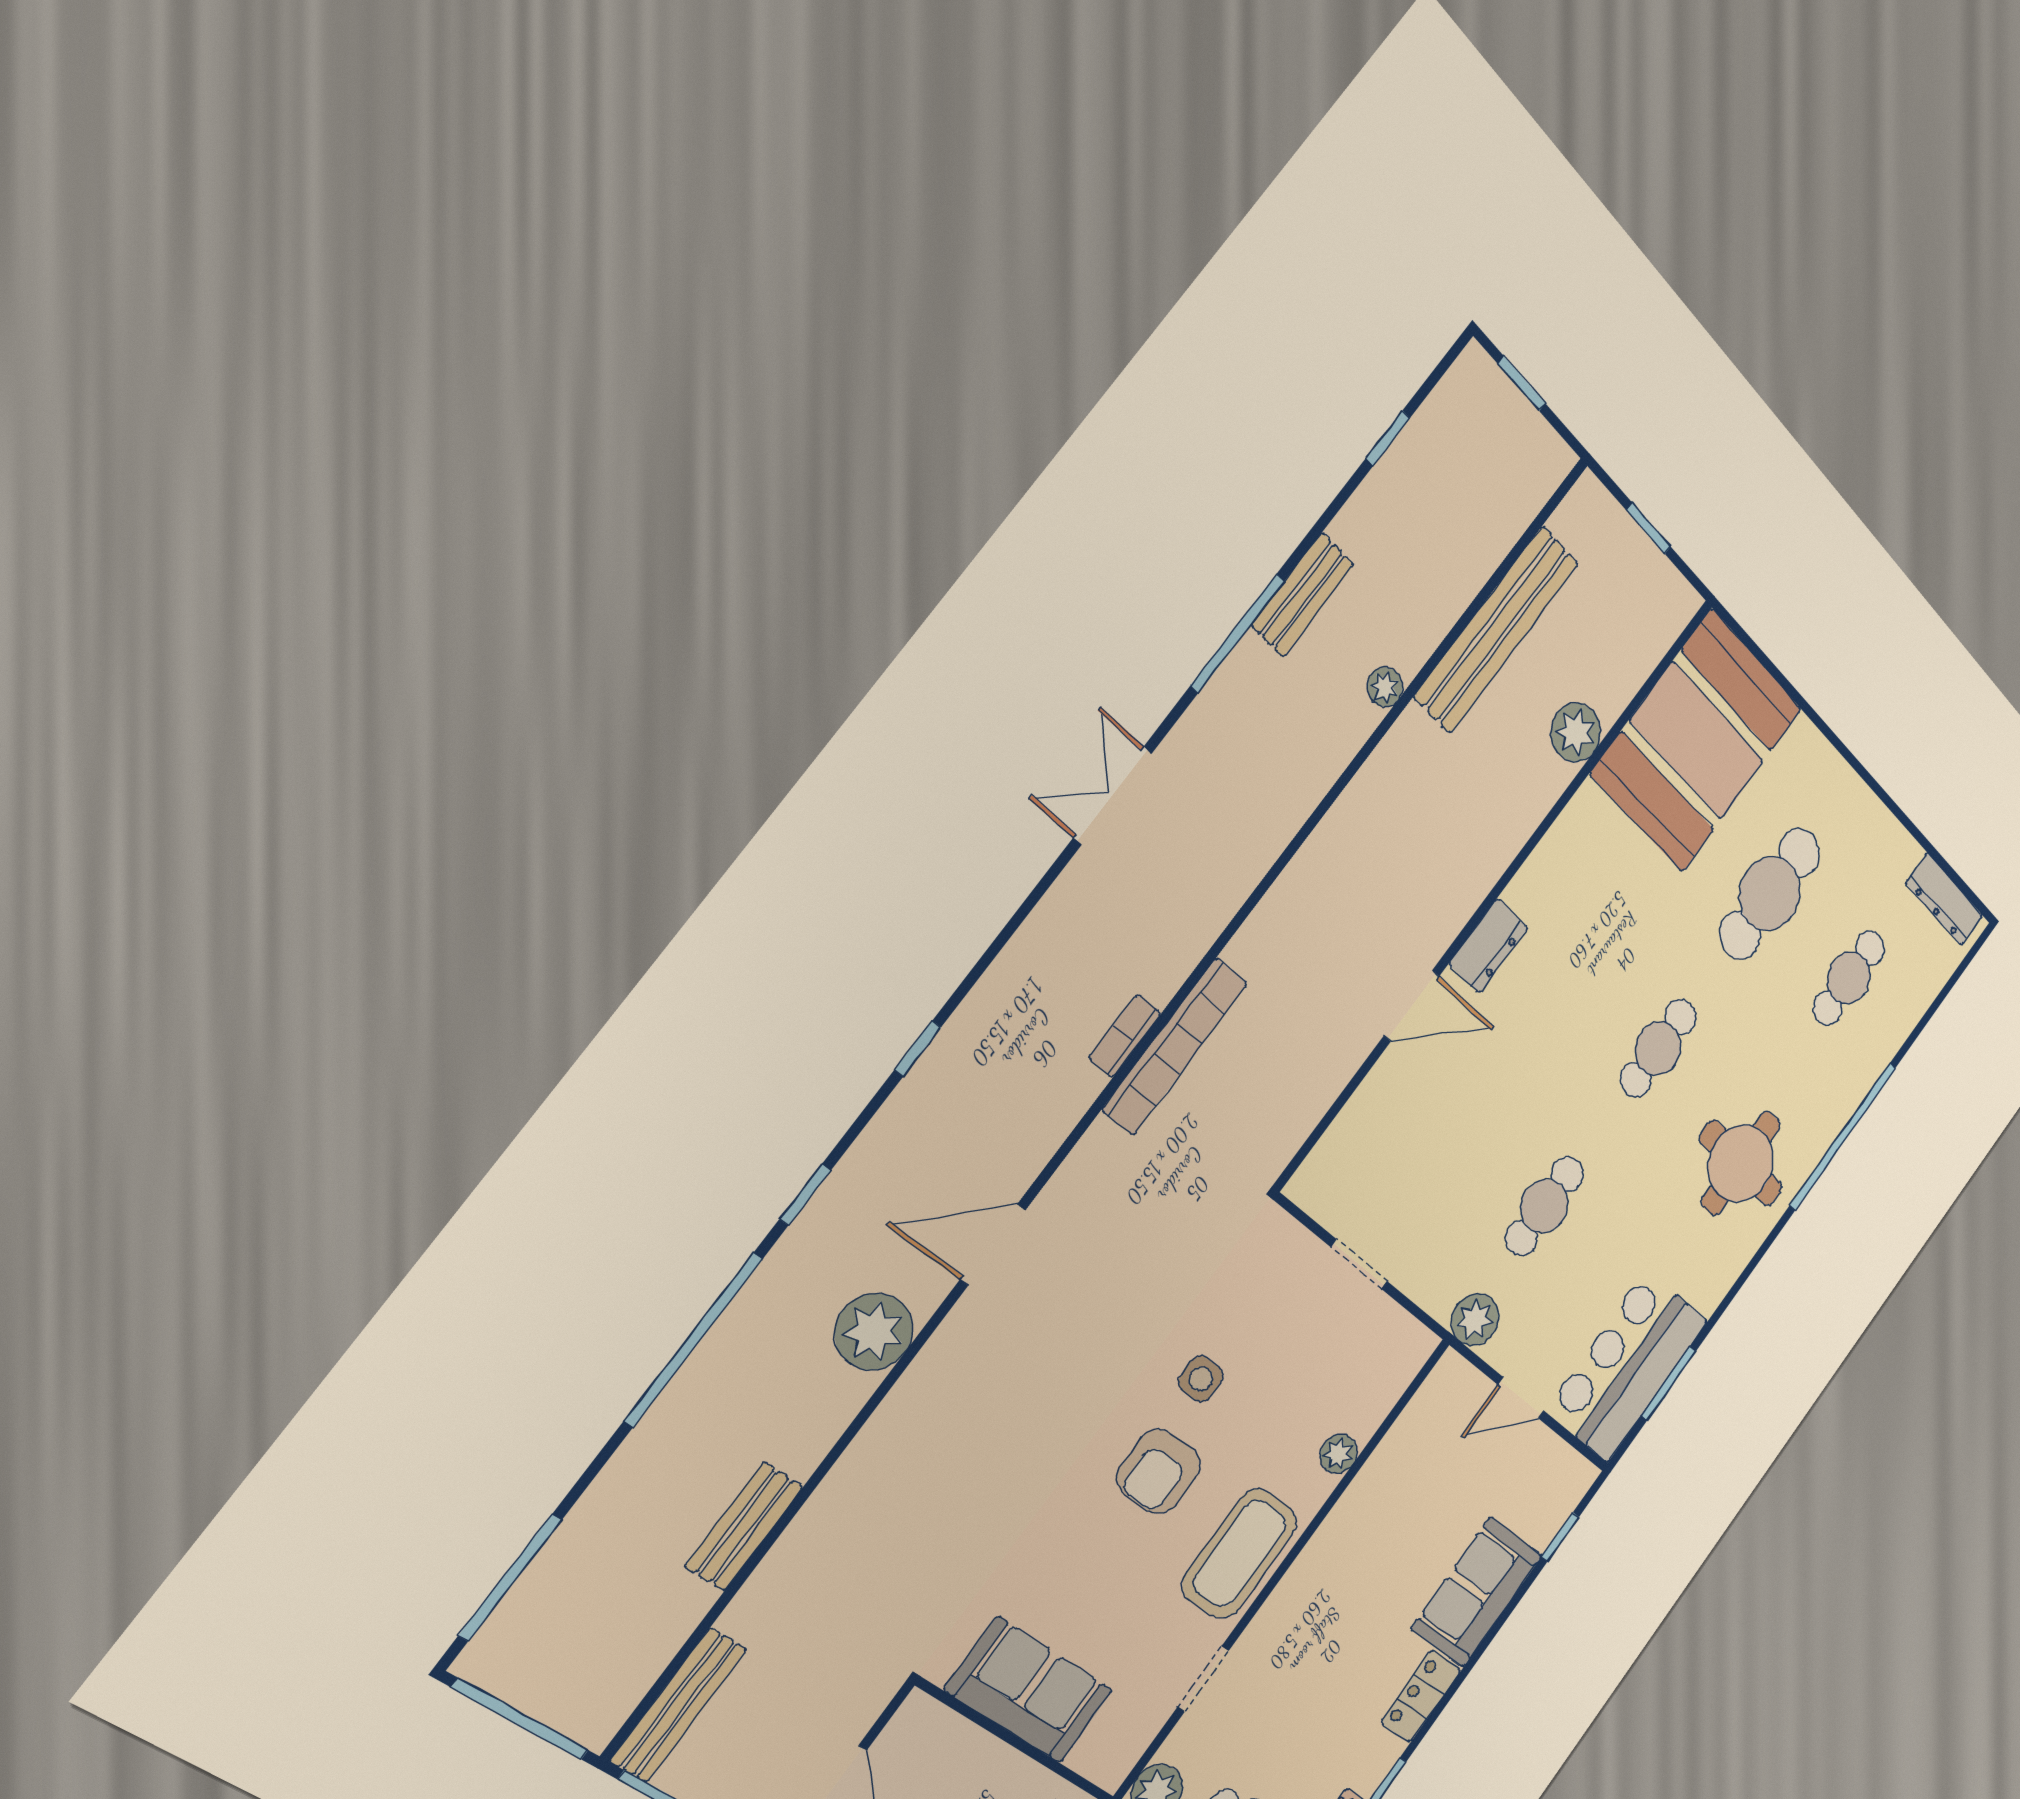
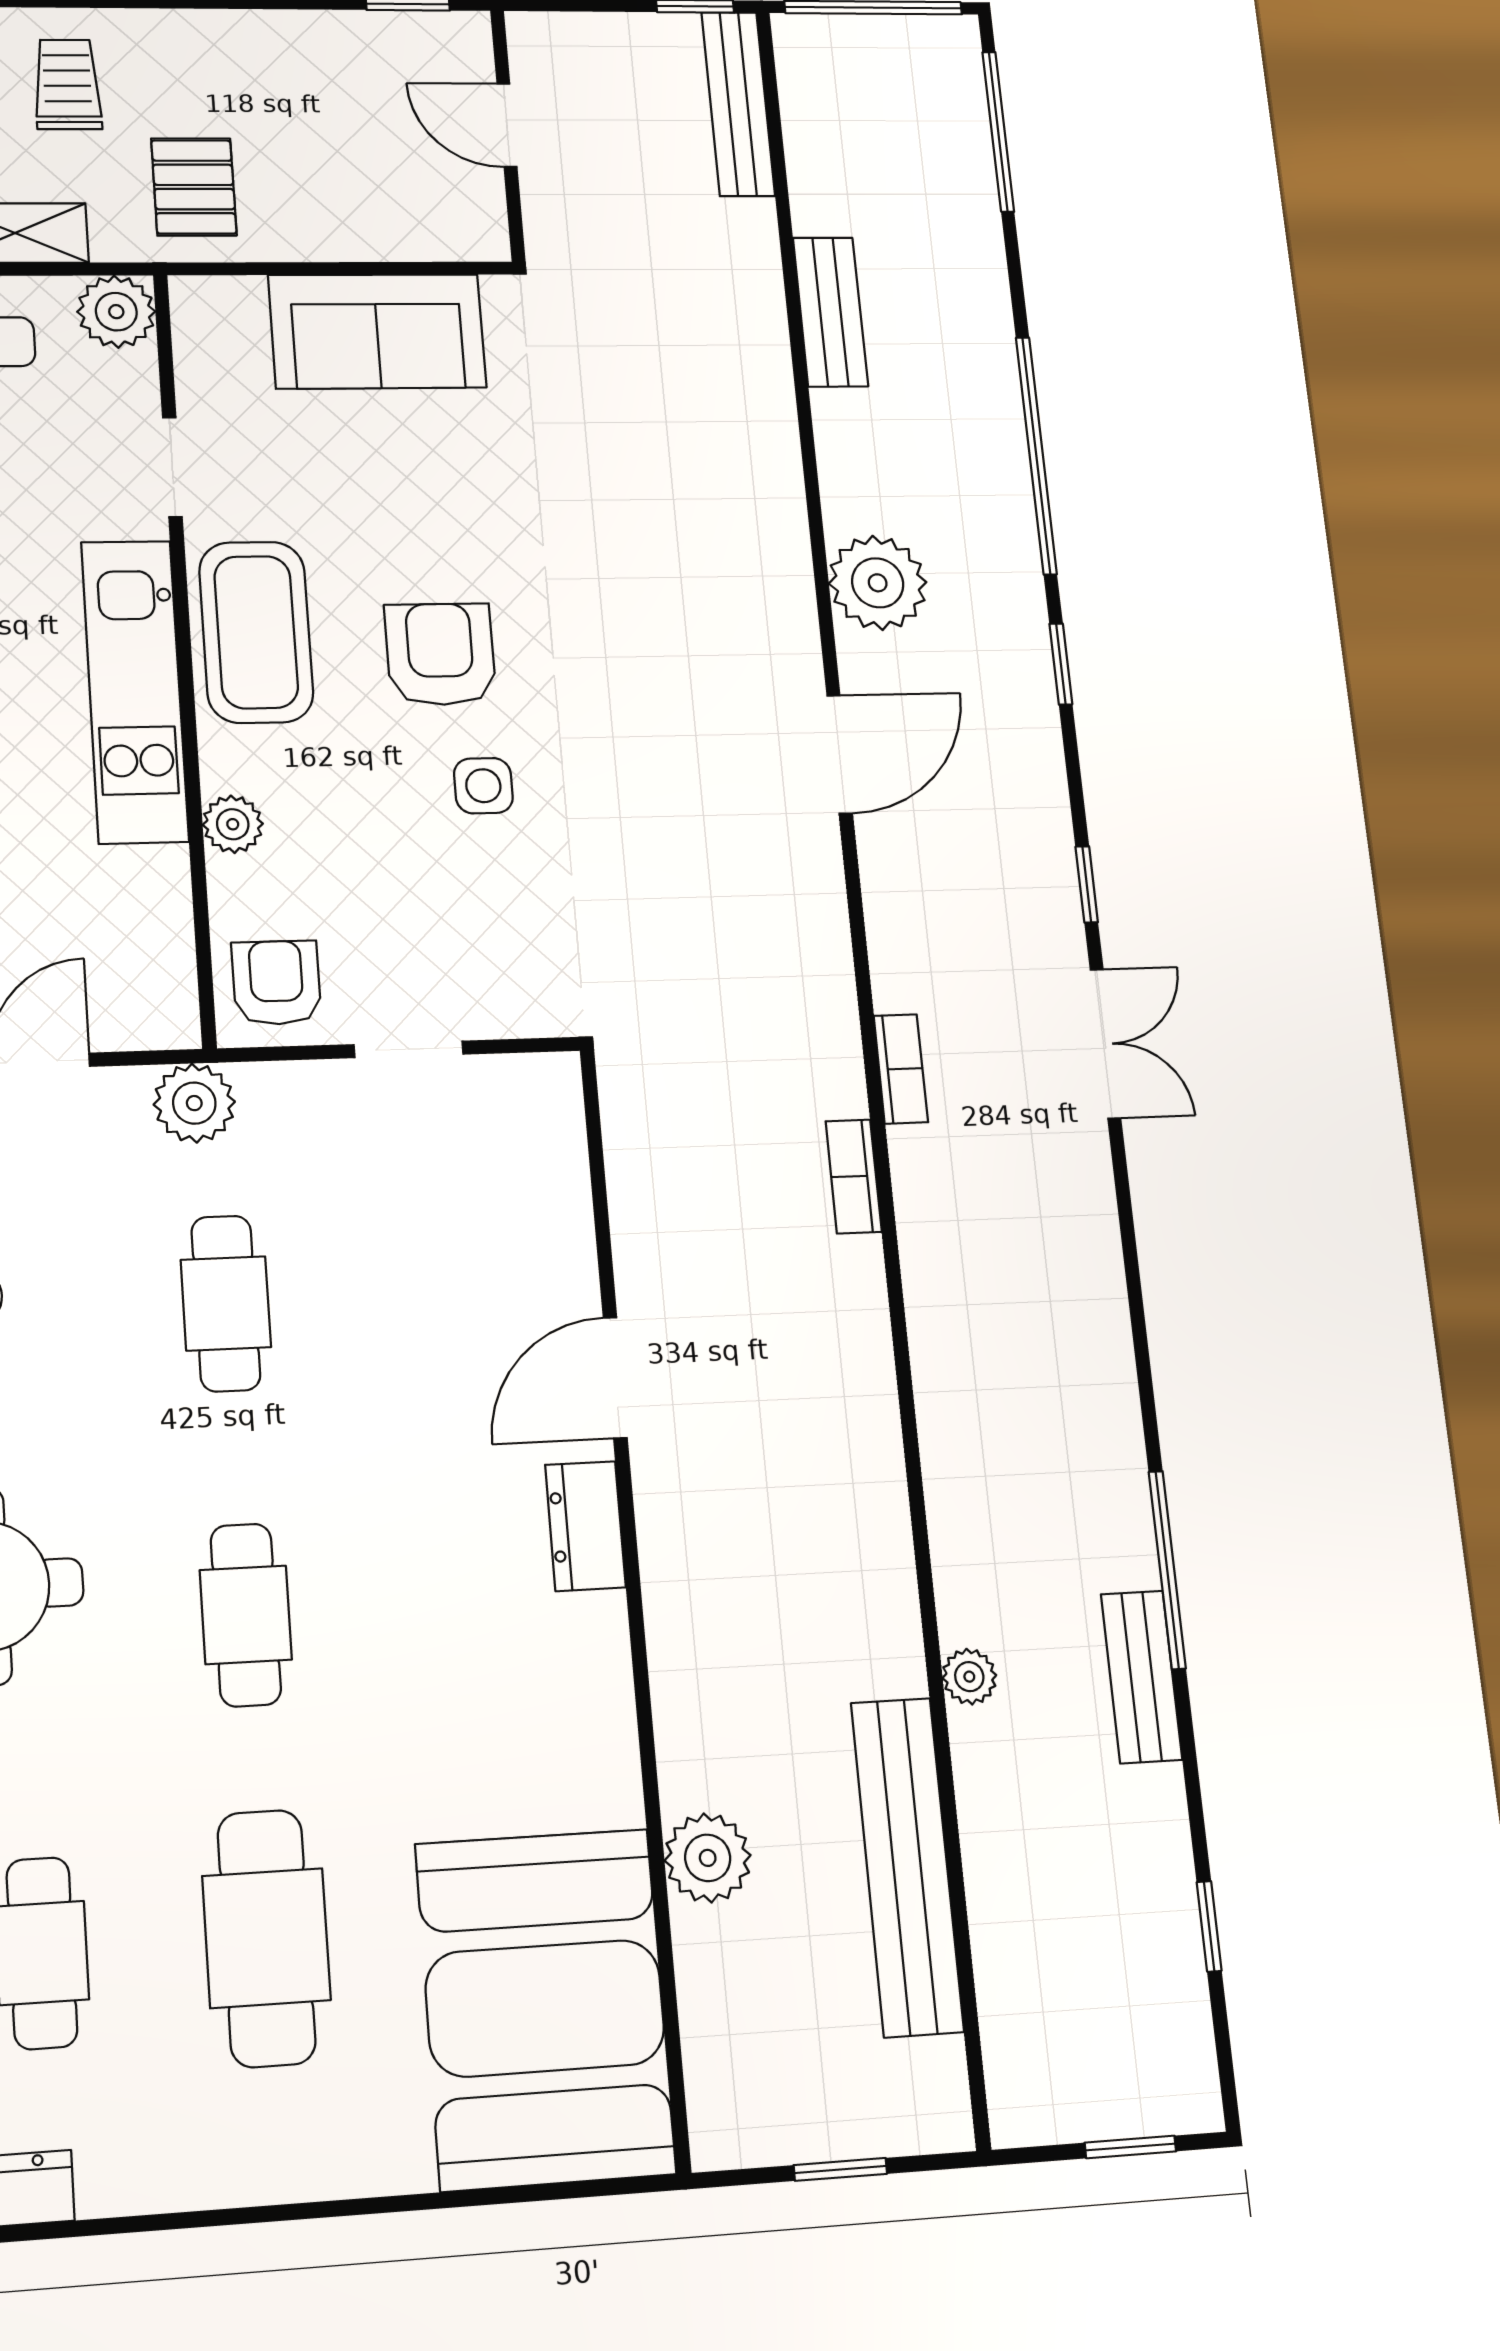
double door: (1113, 796) -> (1105, 1044), moved
bookcase: (1175, 1046) -> (854, 1176), width x0.43, depth x0.76
armchair: (1389, 1352) -> (276, 983), added
kitchen unit: (1324, 1563) -> (135, 691), added

